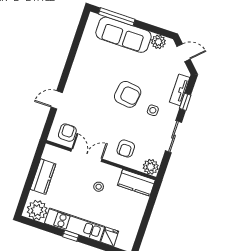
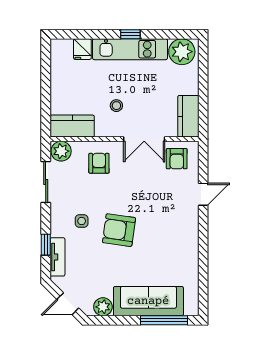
sliding door: (173, 137) -> (46, 182), moved
kitchen counter: (43, 177) -> (188, 116), moved

